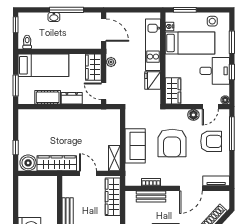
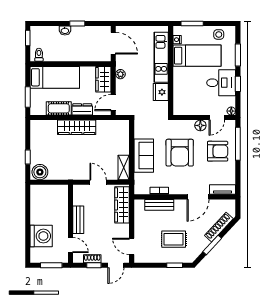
window: (67, 10) -> (77, 24), width x0.46
door: (104, 91) -> (113, 103), hinge flipped
wardrobe: (173, 91) -> (181, 102), removed
wardrobe: (57, 163) -> (77, 127), moved, turned 180

